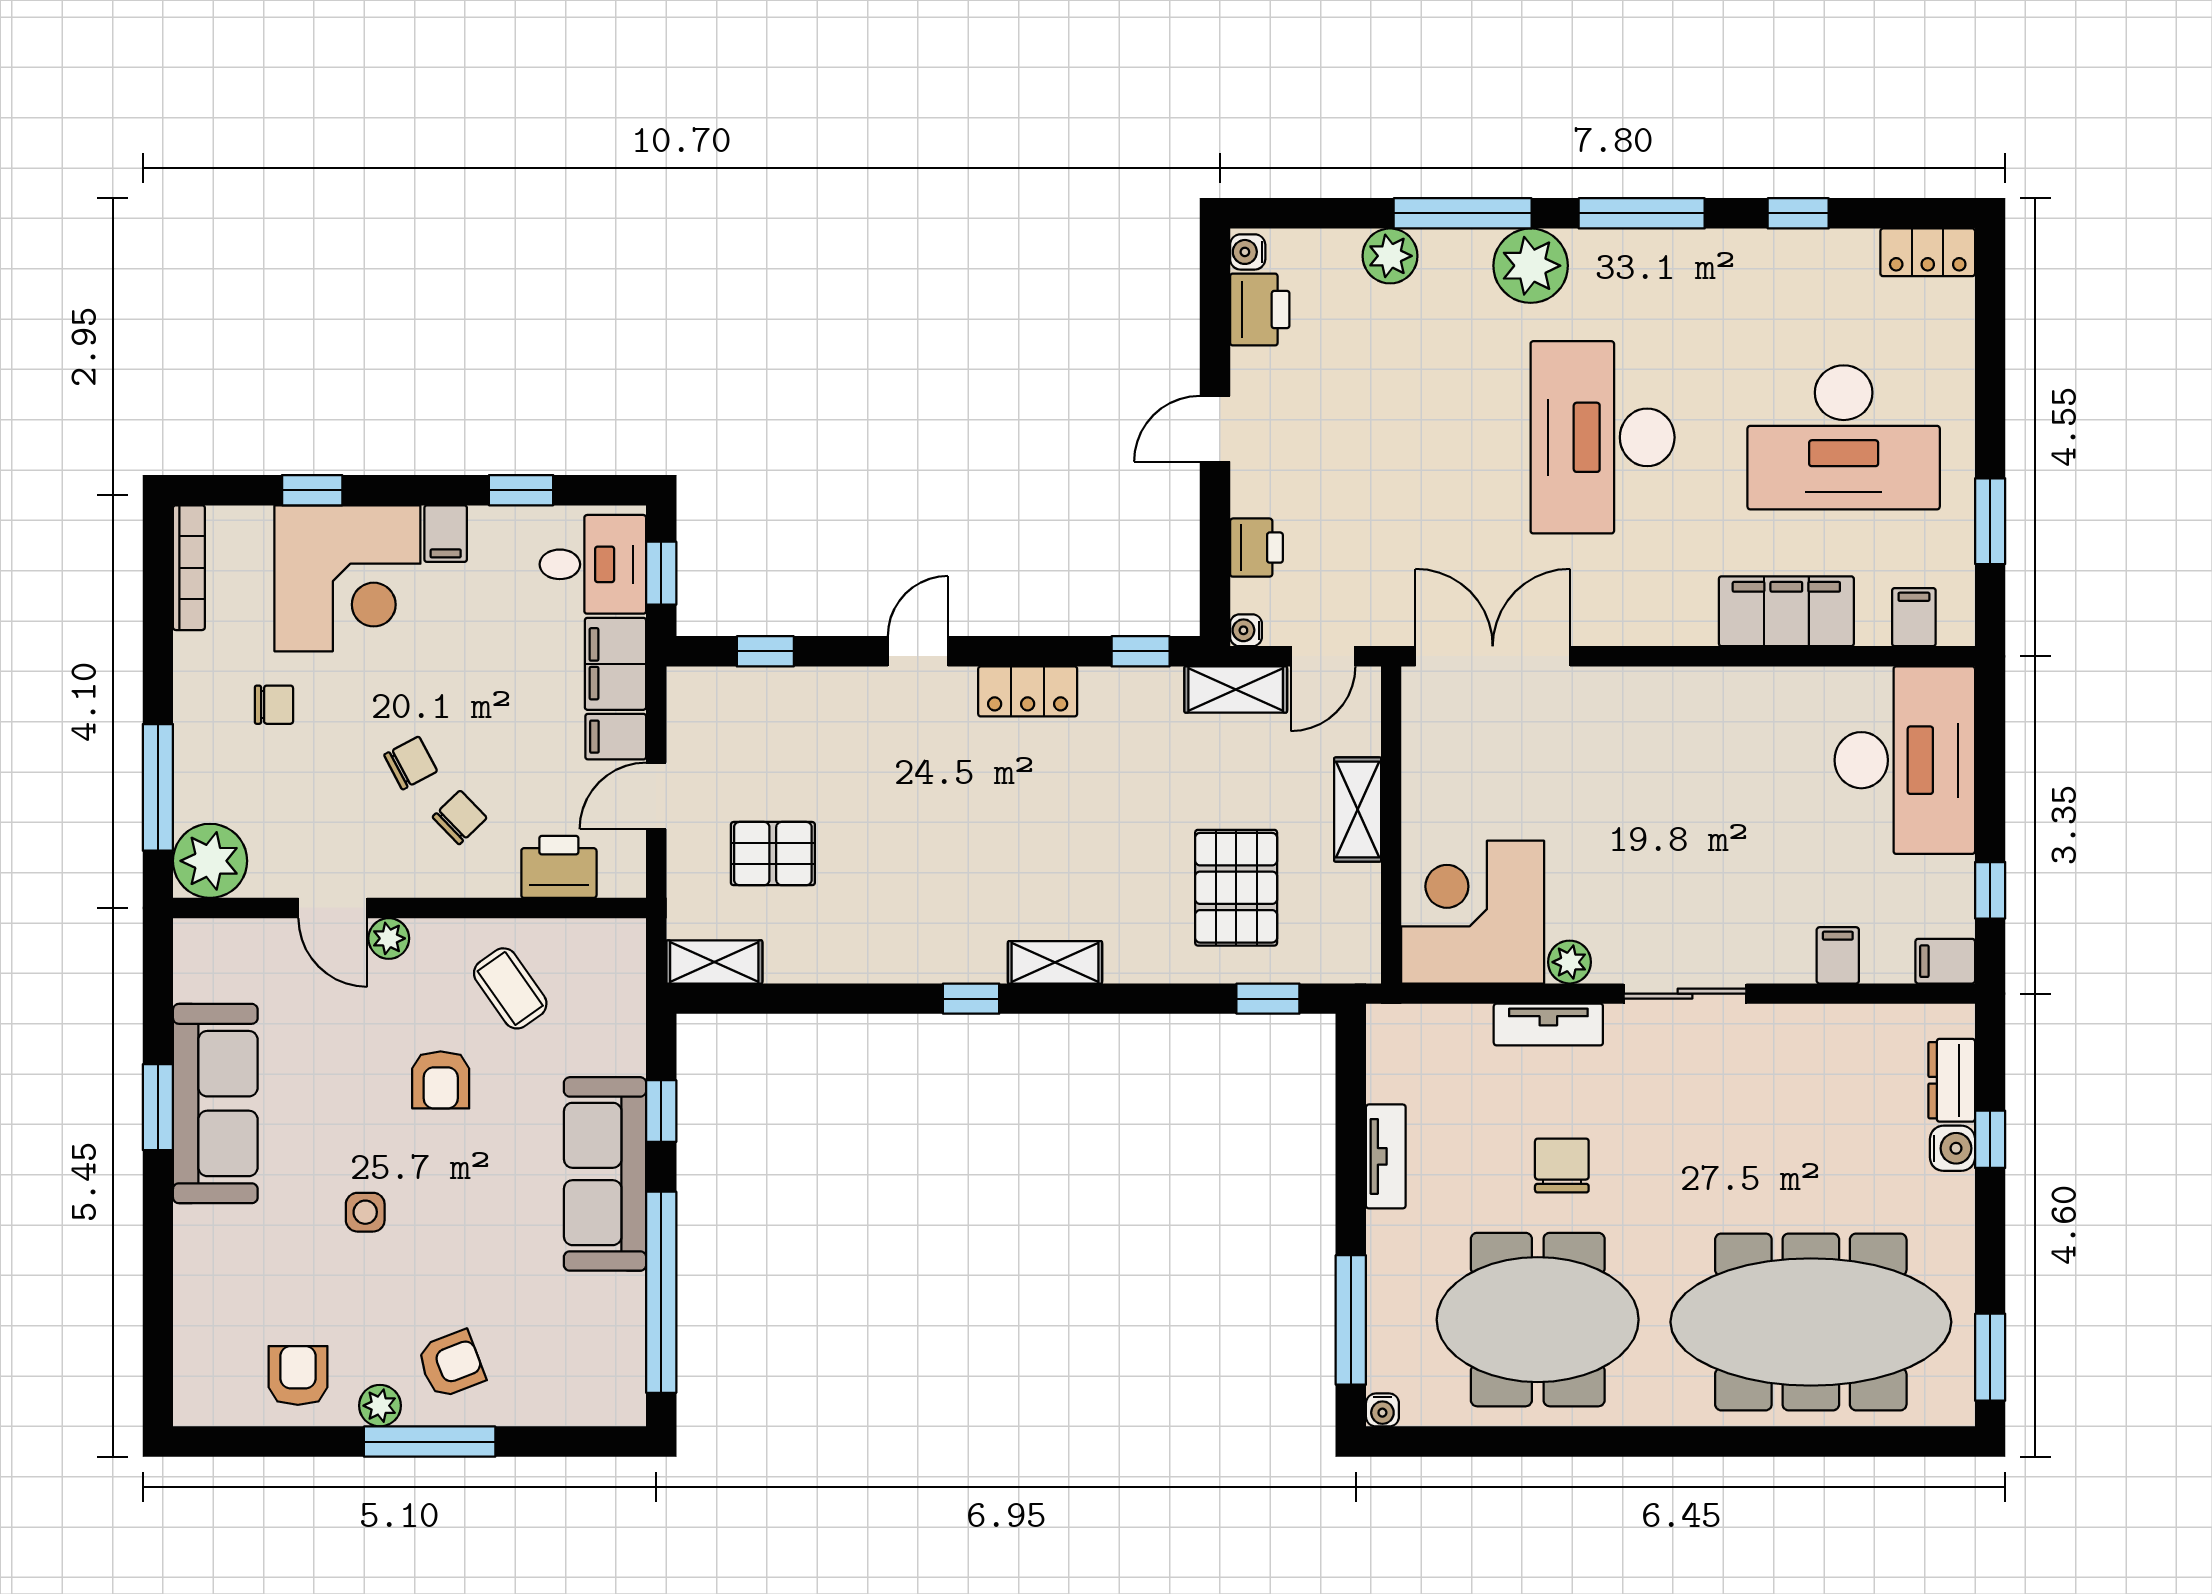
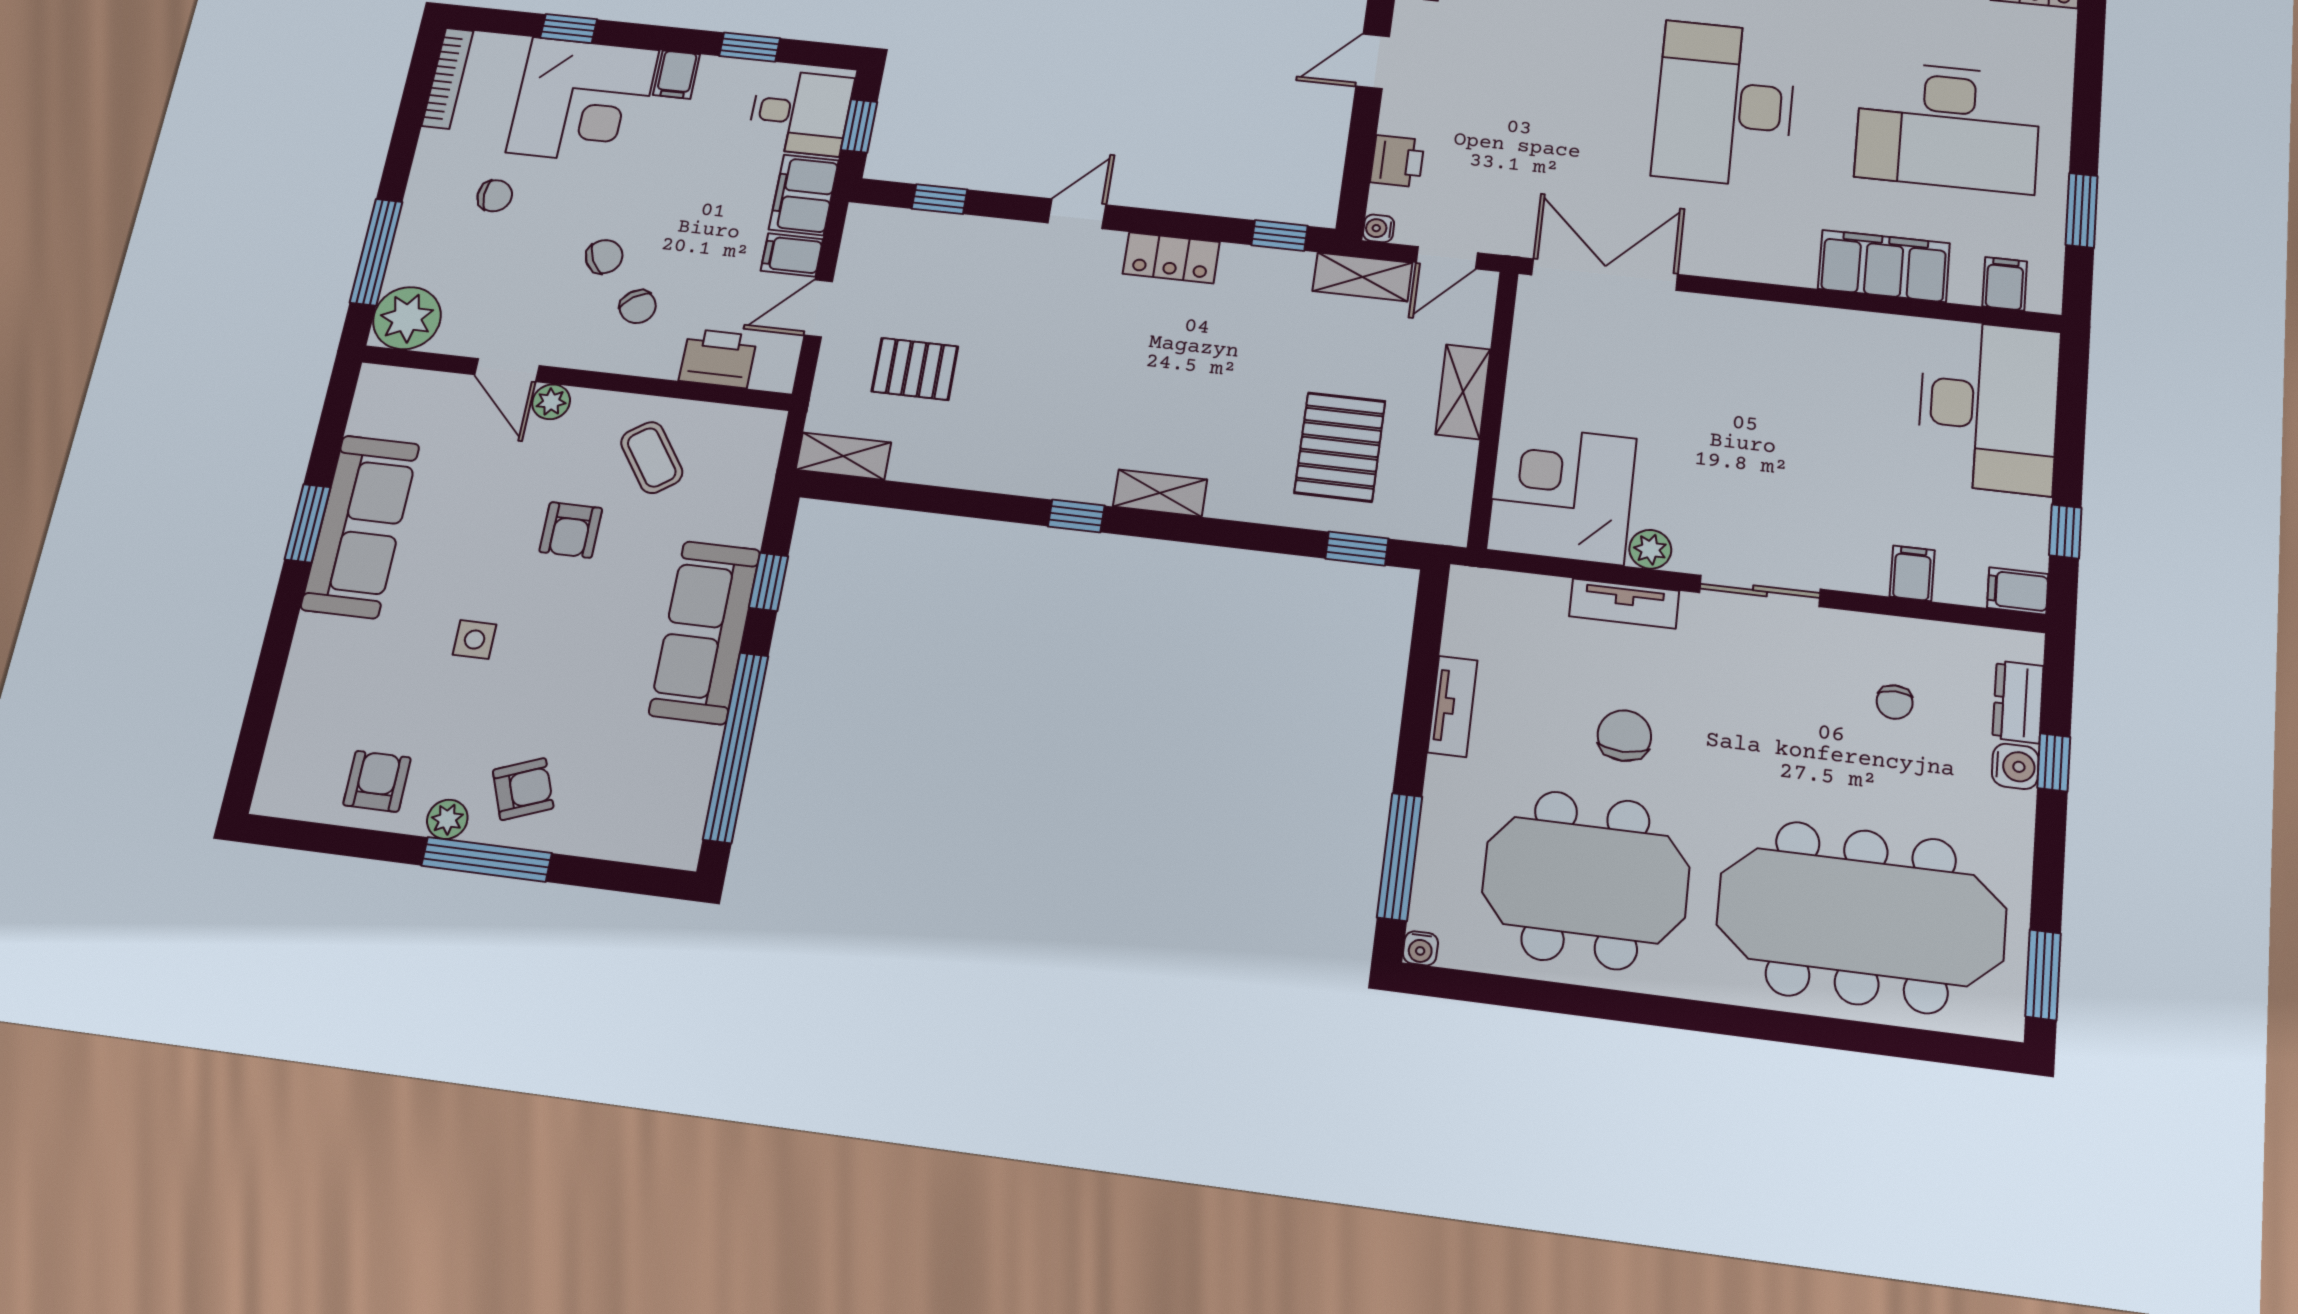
chair: (460, 817) -> (638, 307), turned 99
chair: (1829, 1096) -> (1895, 702), added

